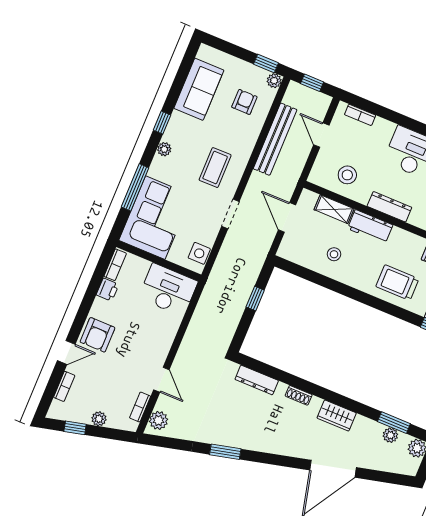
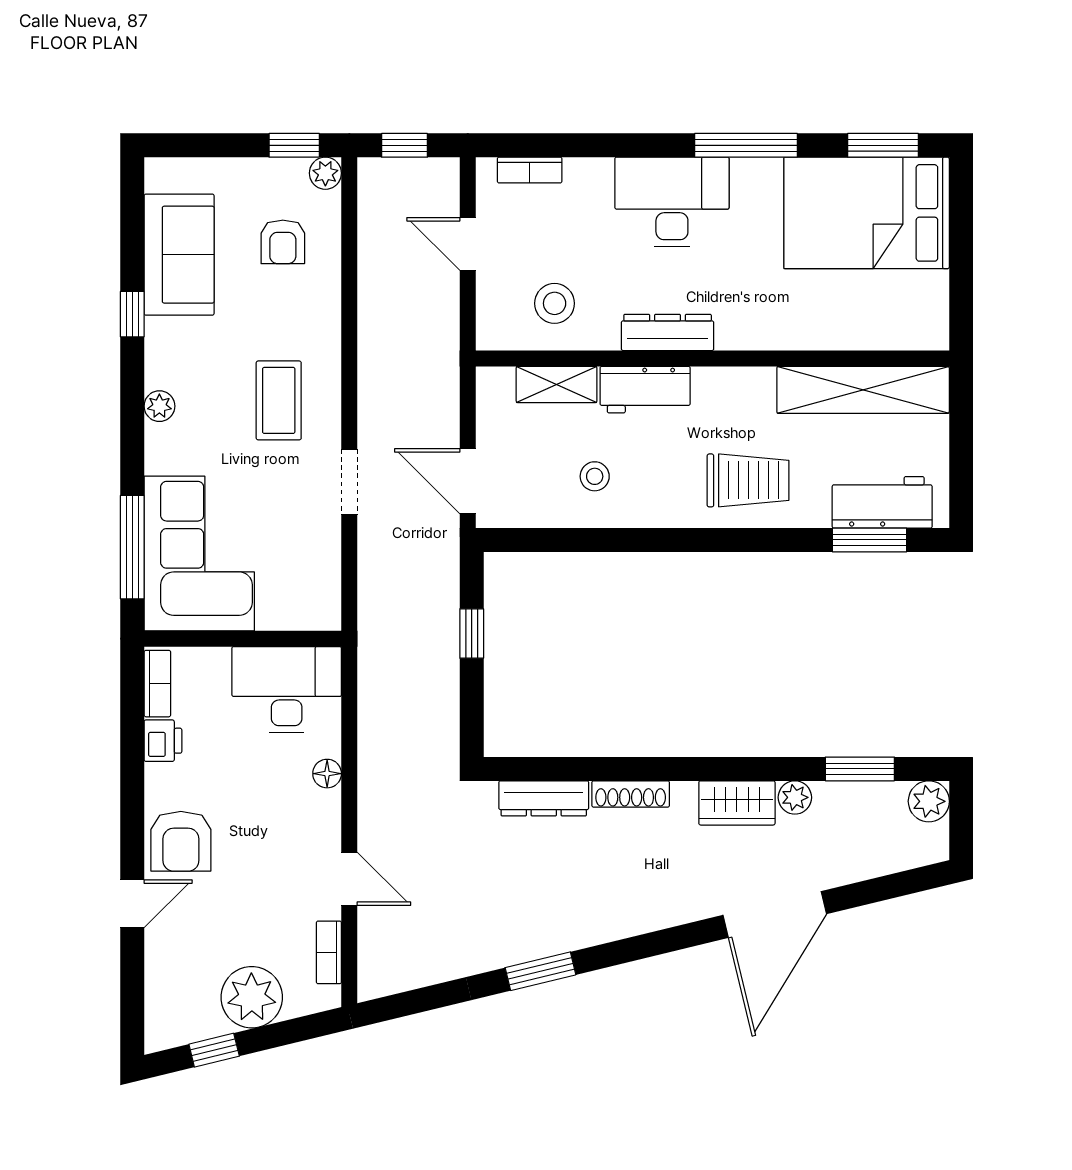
armchair: (244, 102) -> (283, 242), turned 180
window: (162, 123) -> (132, 314), moved
bench: (275, 139) -> (377, 292), removed
window: (135, 187) -> (132, 547), moved
door: (287, 217) -> (468, 481), moved
side table: (199, 253) -> (319, 589), removed
trolley: (397, 283) -> (748, 480), turned 180
floor lamp: (170, 332) -> (327, 774), added
bookcase: (64, 386) -> (157, 975), removed
shoe rack: (299, 395) -> (631, 794), width x1.43
plant: (99, 419) -> (252, 997), width x1.87, depth x1.87
plant: (159, 420) -> (378, 964), removed
plant: (390, 435) -> (795, 797), moved

